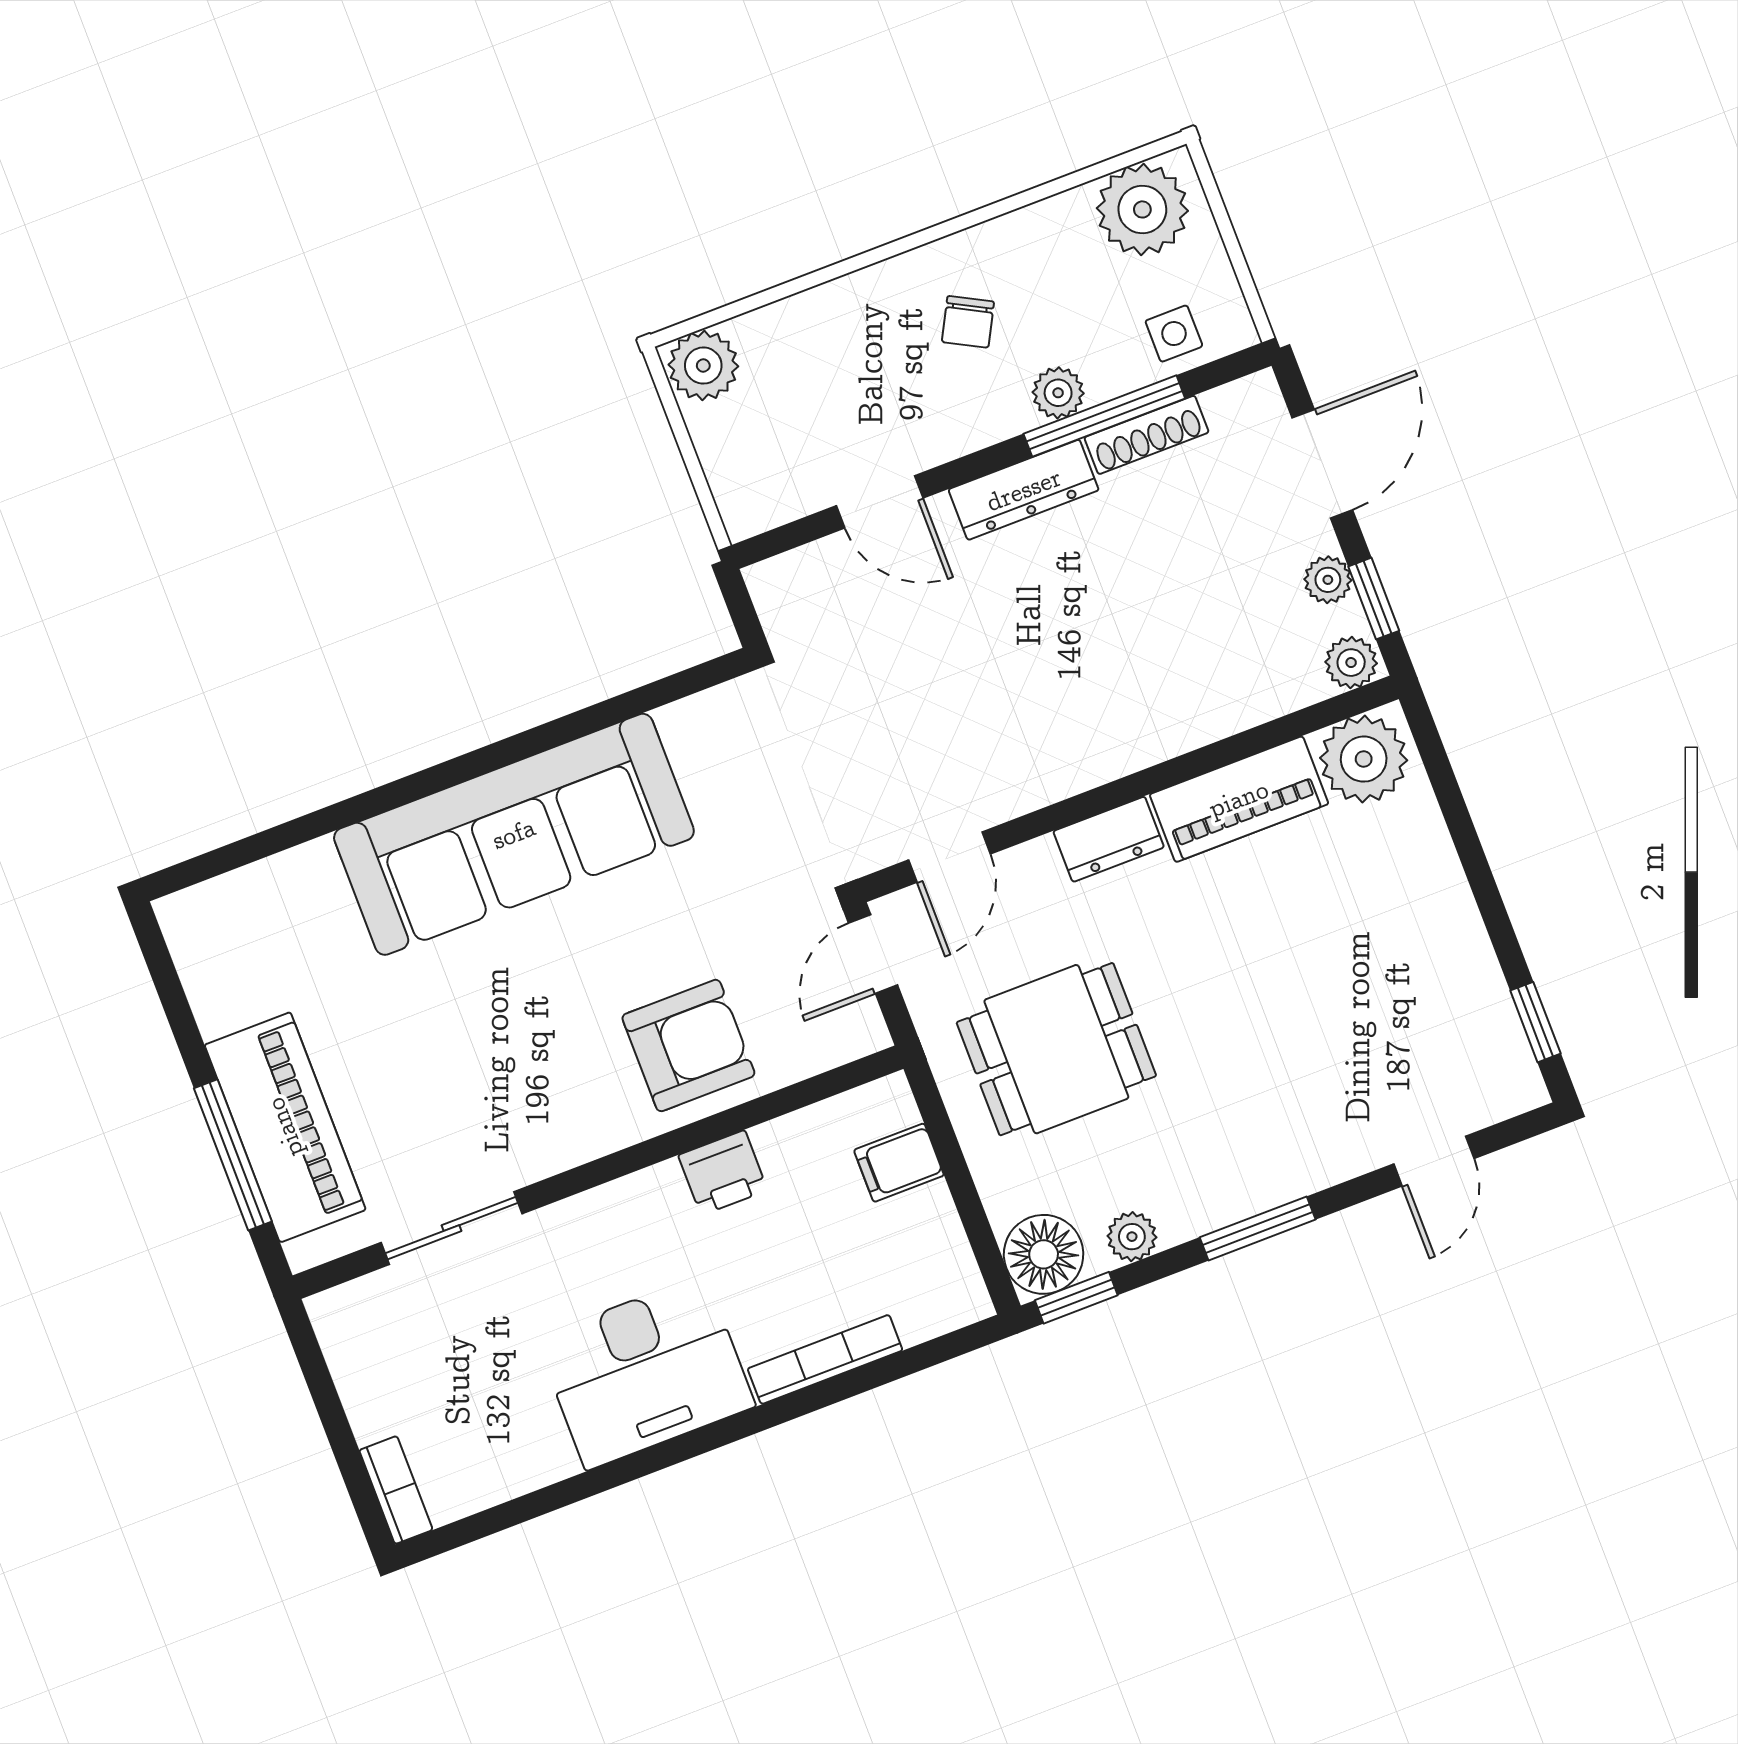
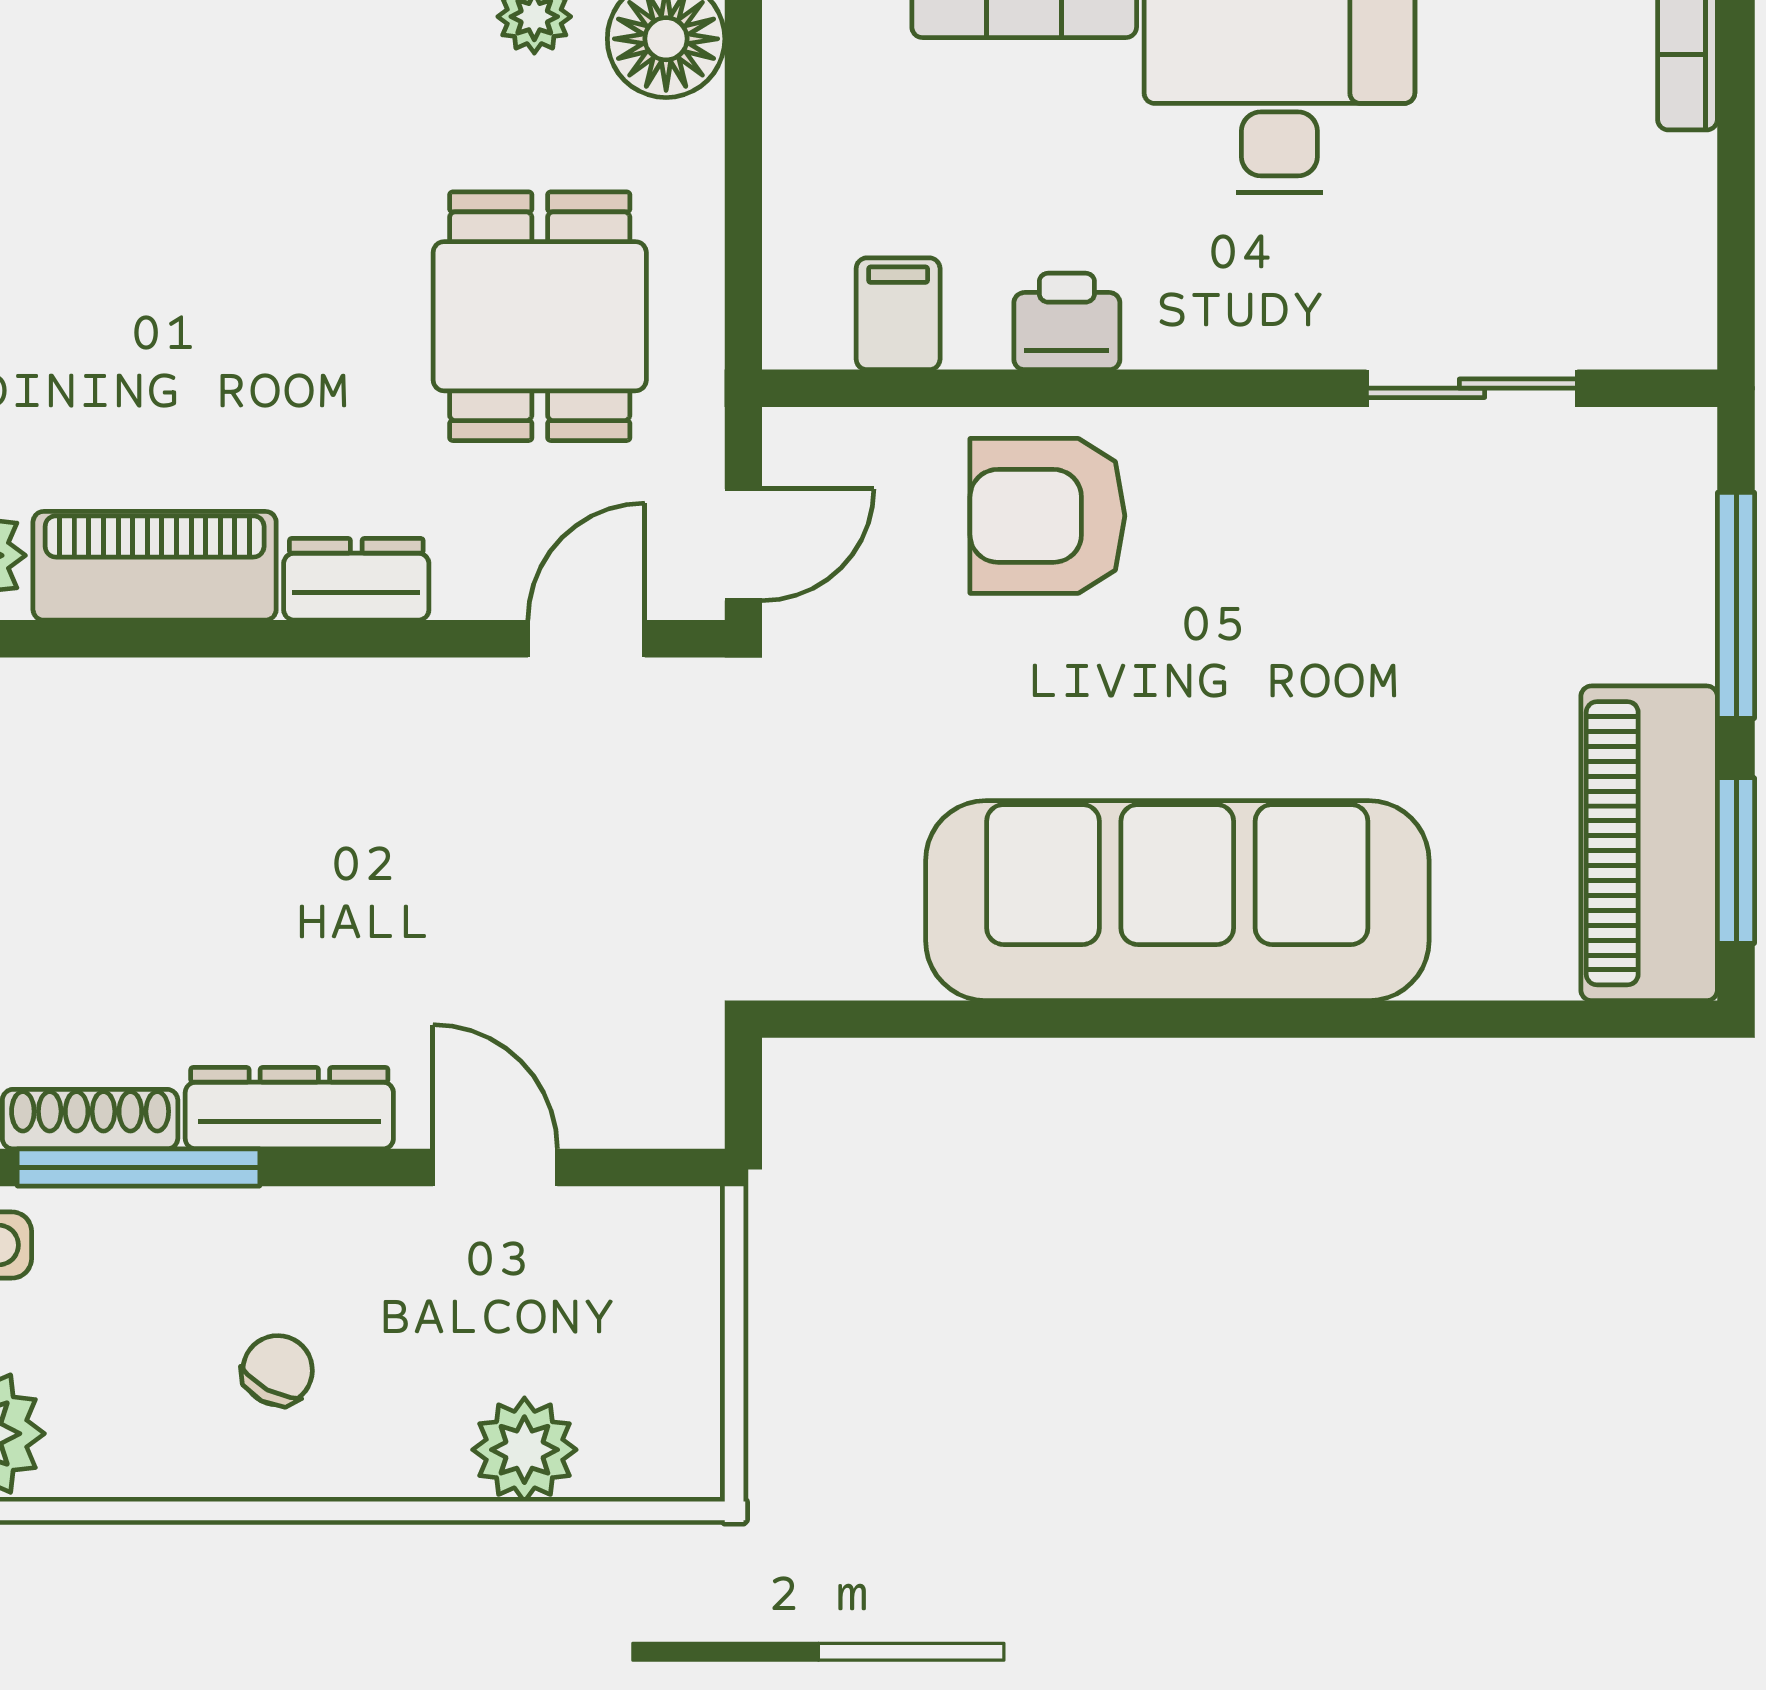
plant: (703, 366) -> (524, 1450), moved
plant: (1058, 393) -> (190, 1224), removed
window: (171, 994) -> (1736, 861), added
dining table: (1056, 1049) -> (540, 316), turned 90
piano: (285, 1127) -> (1649, 843), moved
filing cabinet: (899, 1163) -> (898, 314), moved, turned -90

